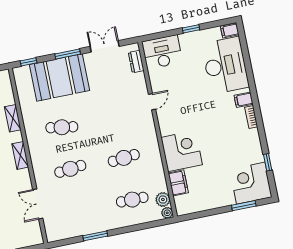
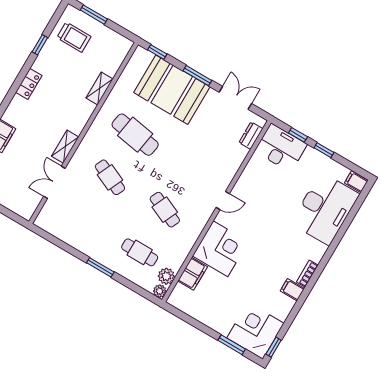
window: (166, 34) -> (298, 135), added
filing cabinet: (244, 100) -> (292, 290), moved
door: (152, 102) -> (223, 201), moved
cafe table: (62, 127) -> (135, 135), width x1.37, depth x1.35
shelving: (20, 155) -> (65, 147), moved
cafe table: (124, 158) -> (165, 210), turned 30
window: (268, 162) -> (274, 347), moved
cafe table: (70, 169) -> (110, 177), turned 30
window: (95, 236) -> (100, 267), moved

